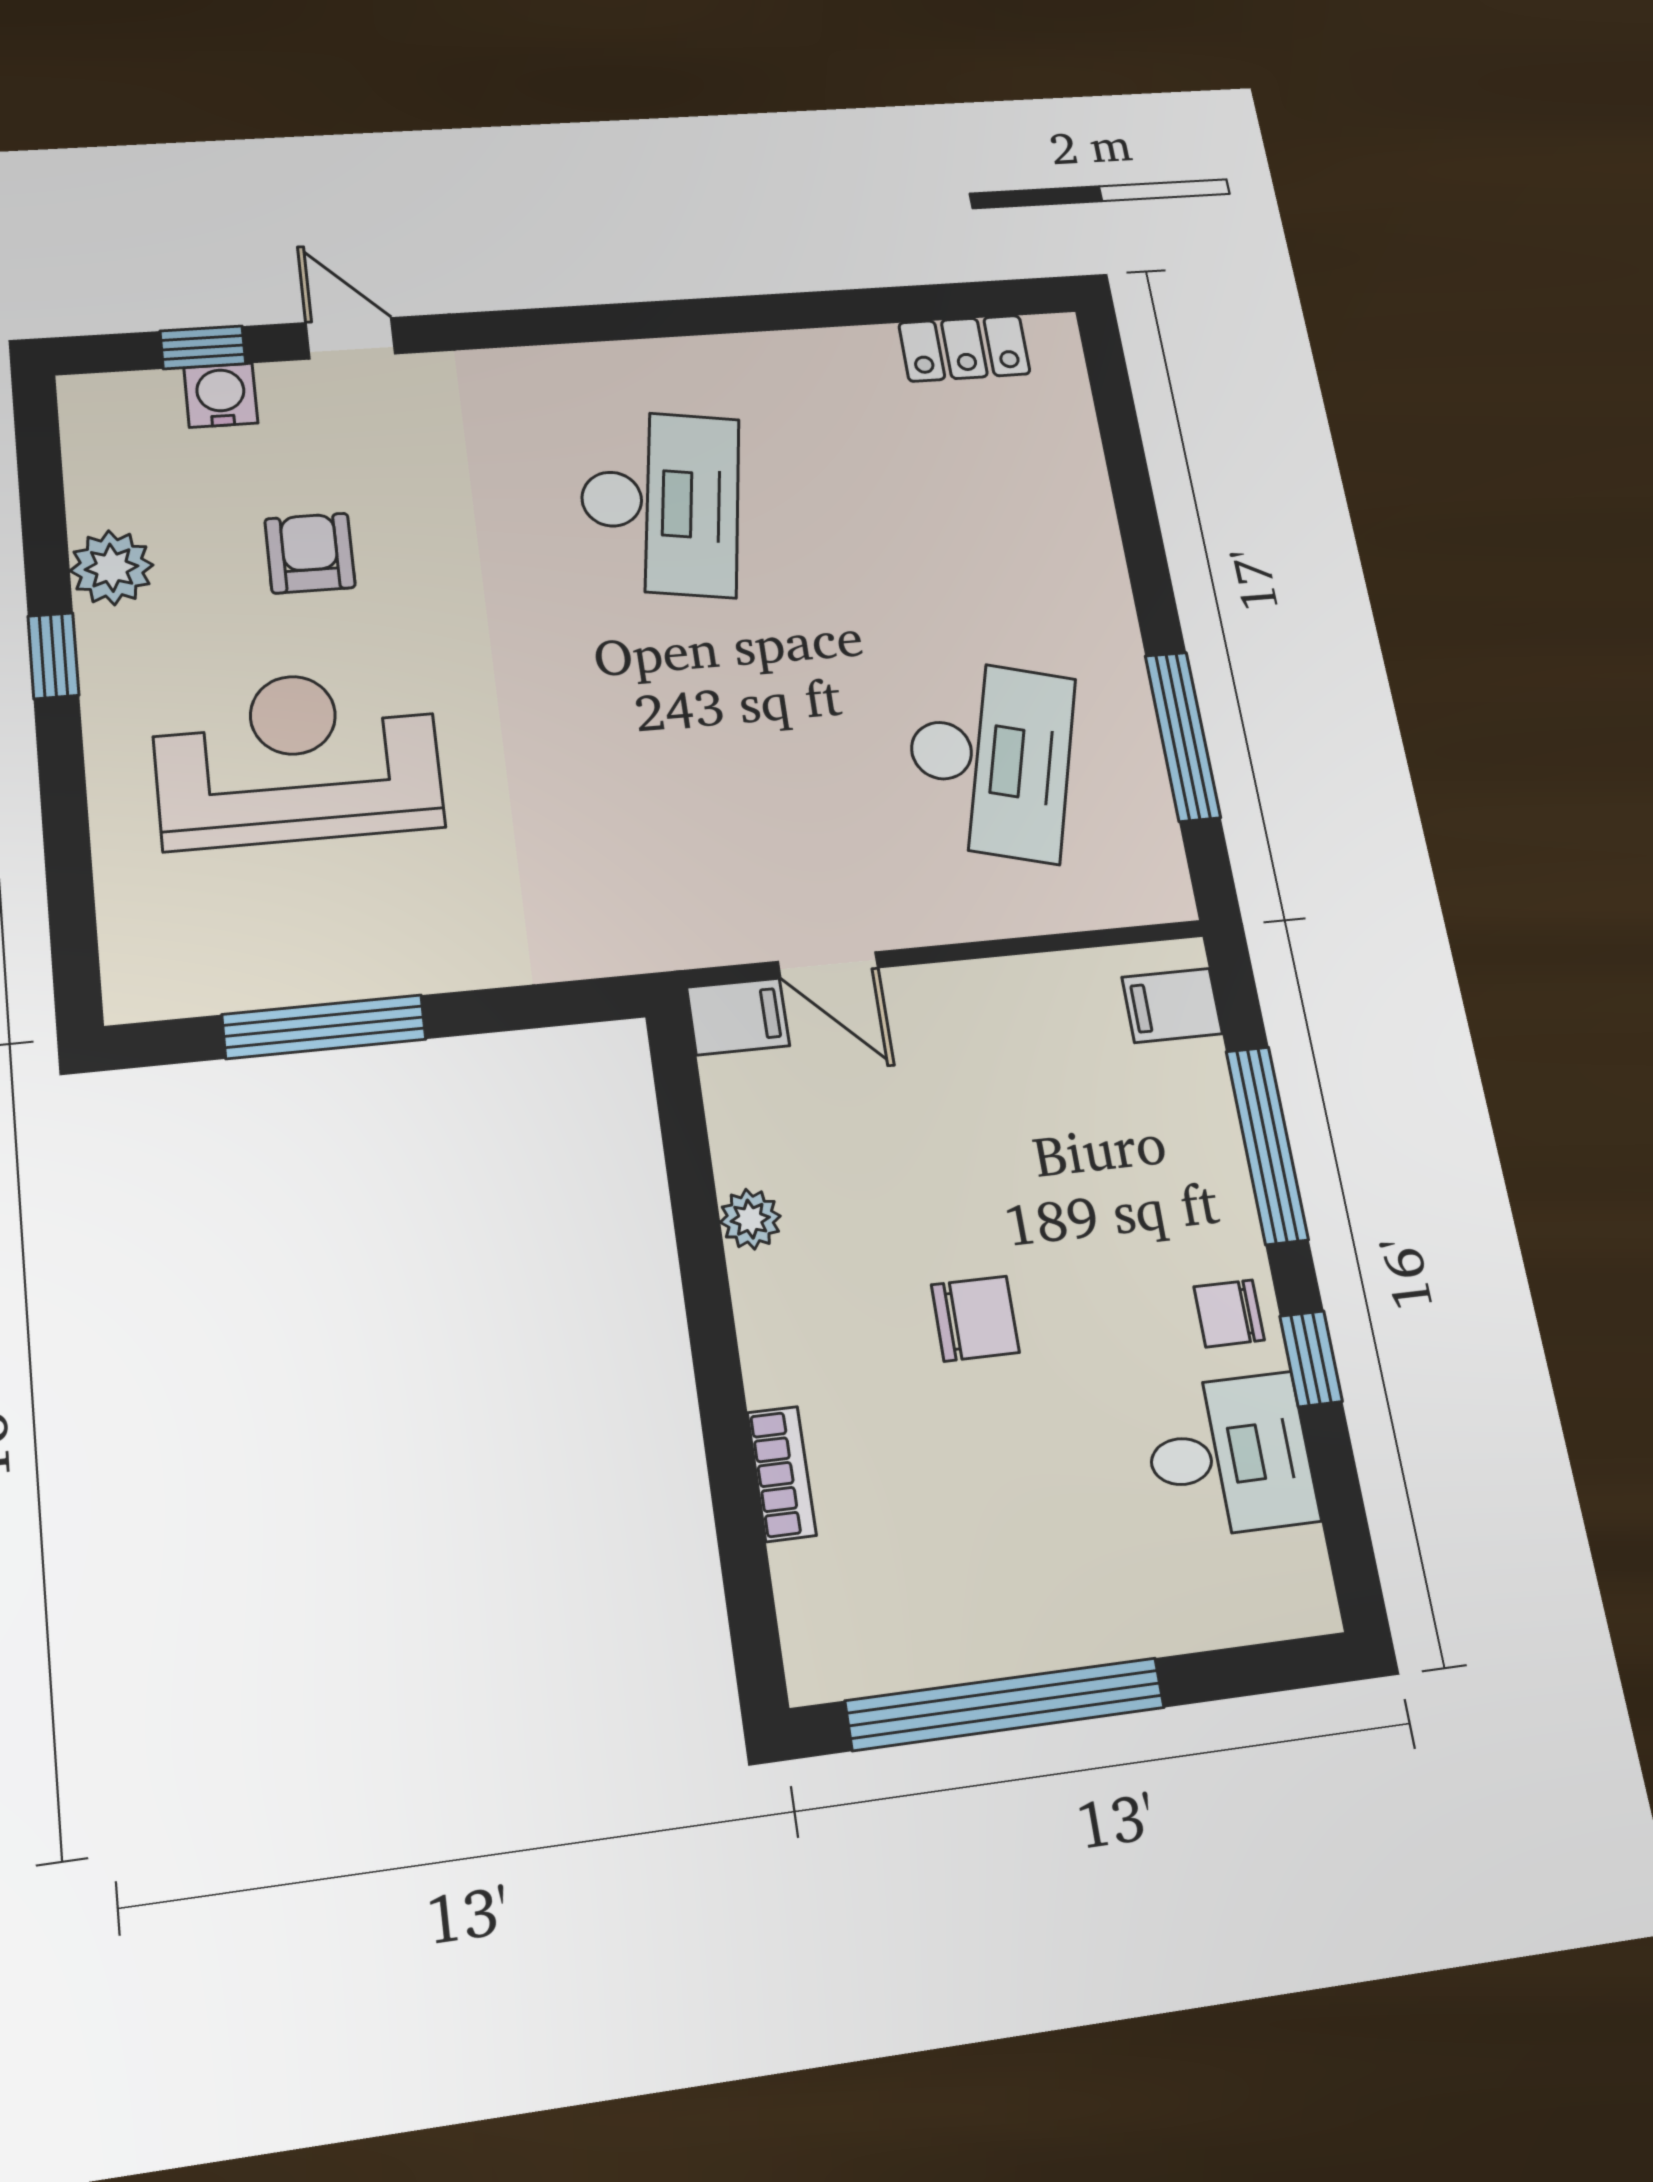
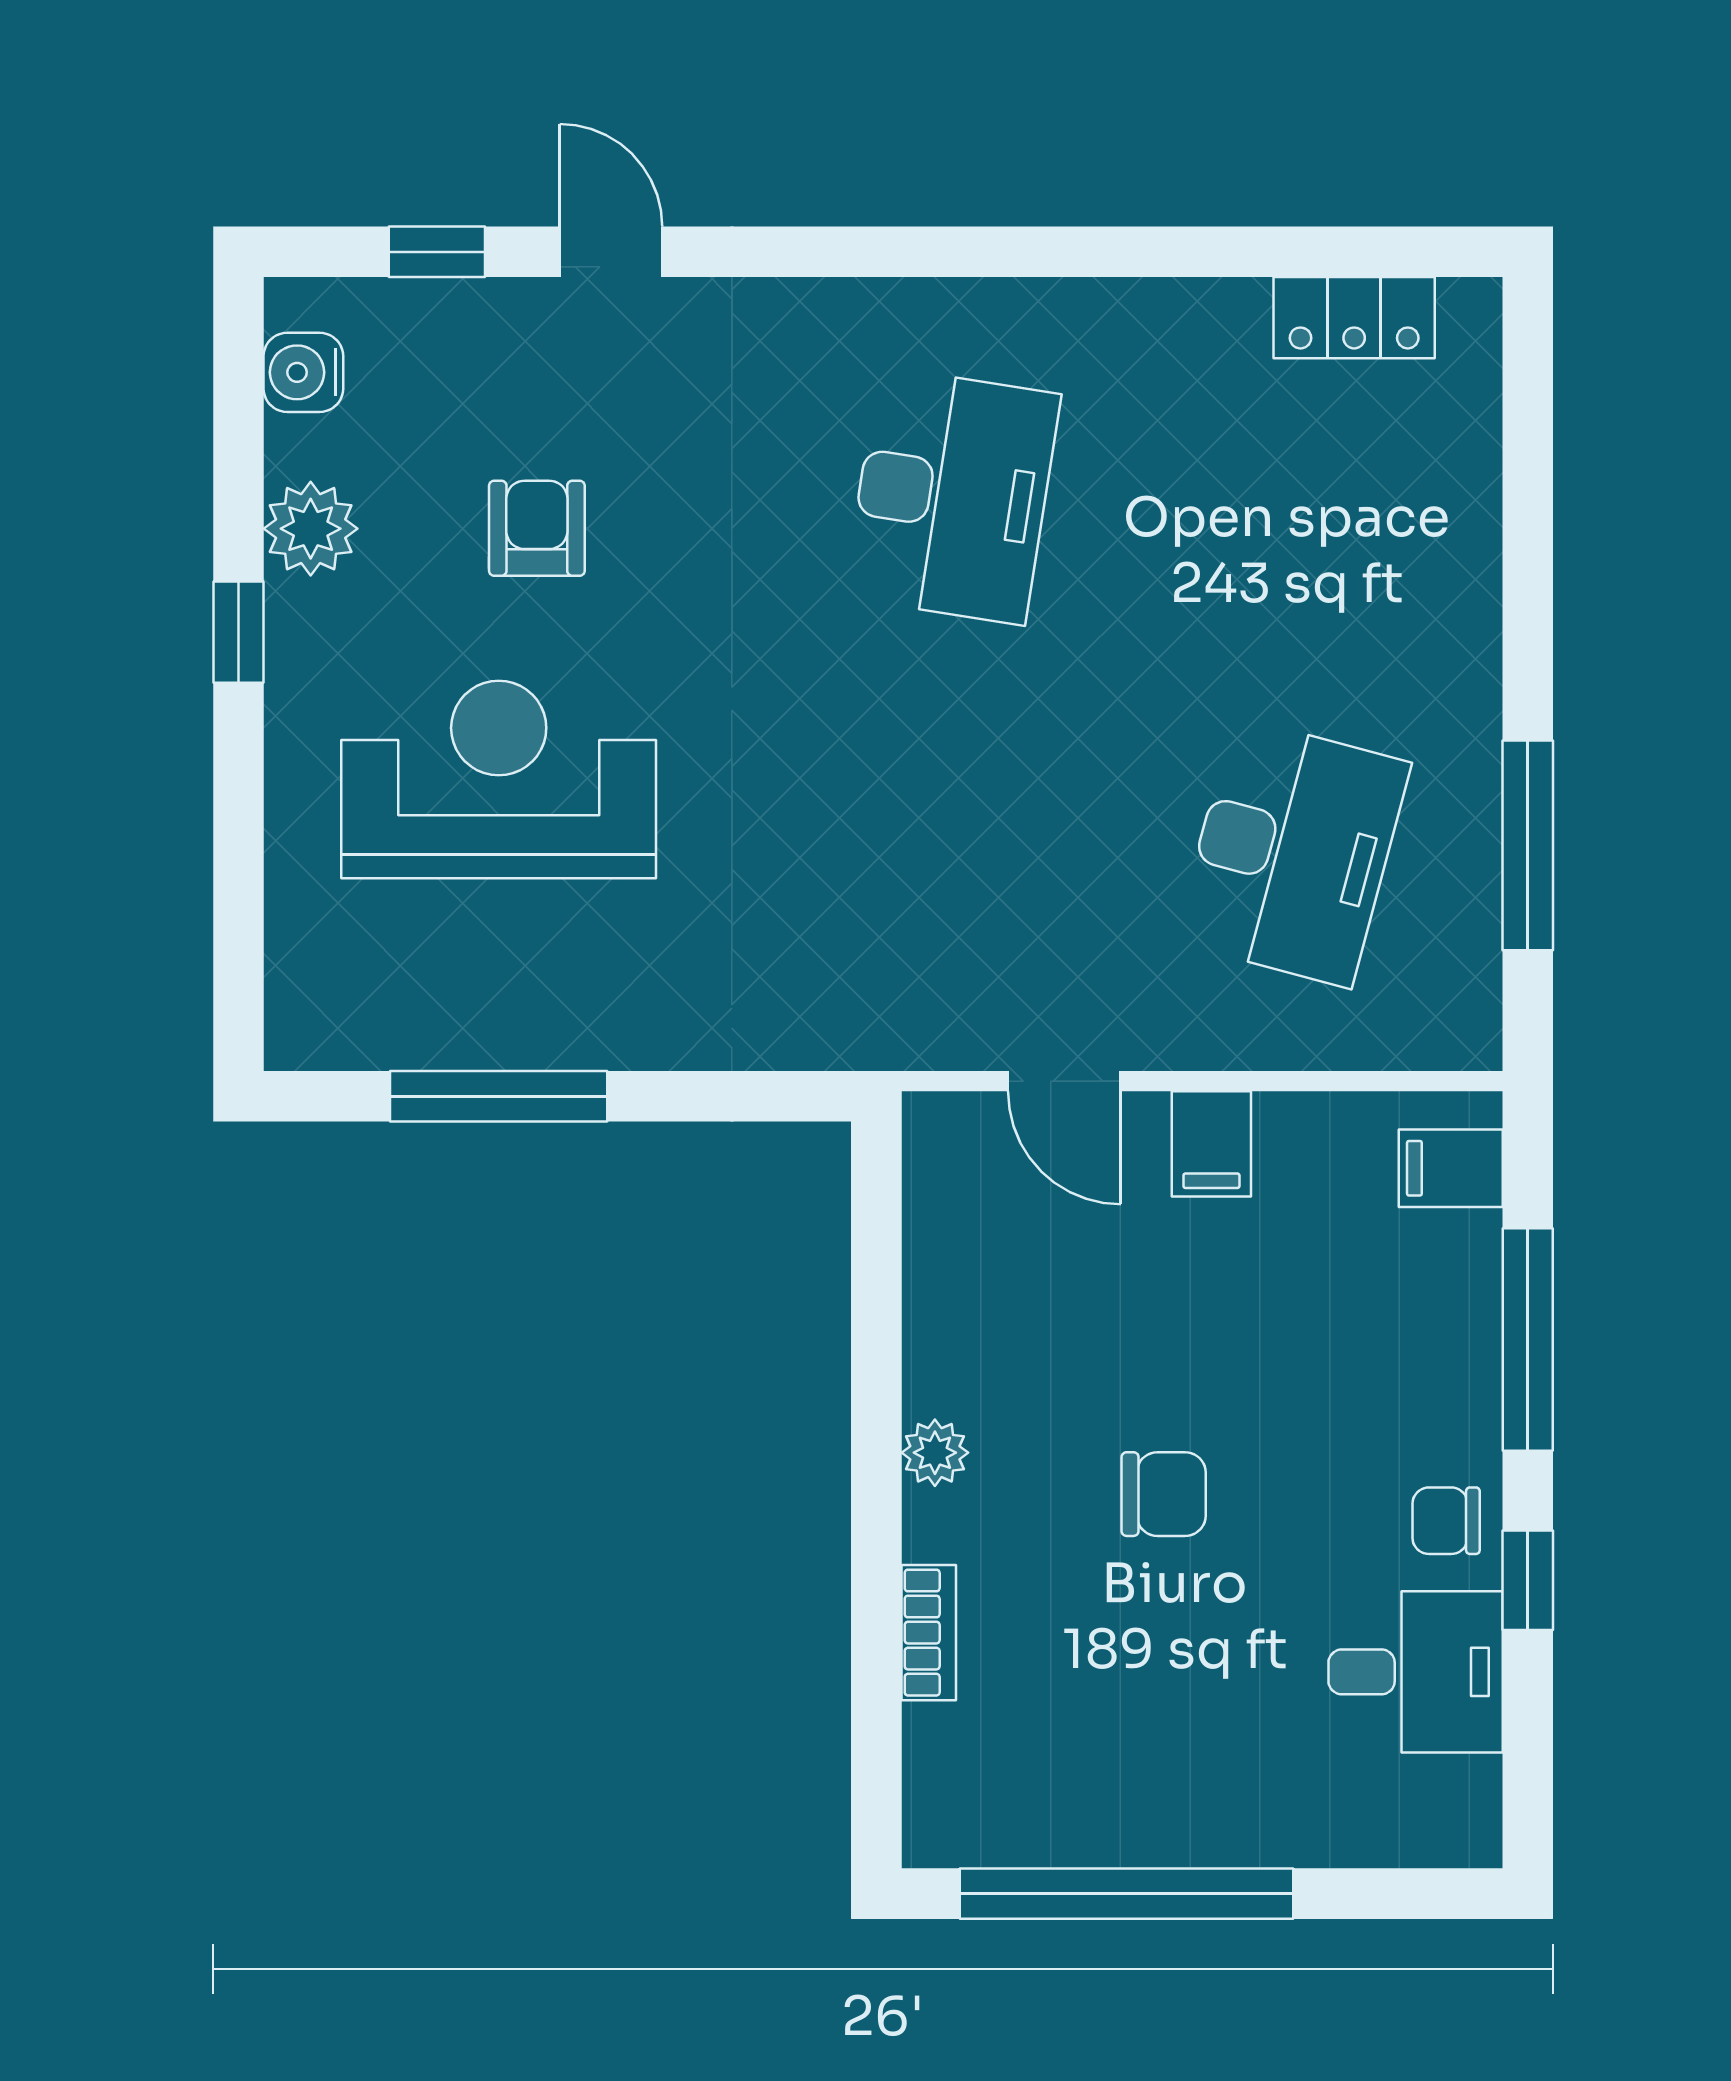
water cooler: (221, 395) -> (303, 372), moved, turned -90
filing cabinet: (738, 1016) -> (1211, 1144), moved, turned 90
plant: (750, 1219) -> (935, 1453), moved

